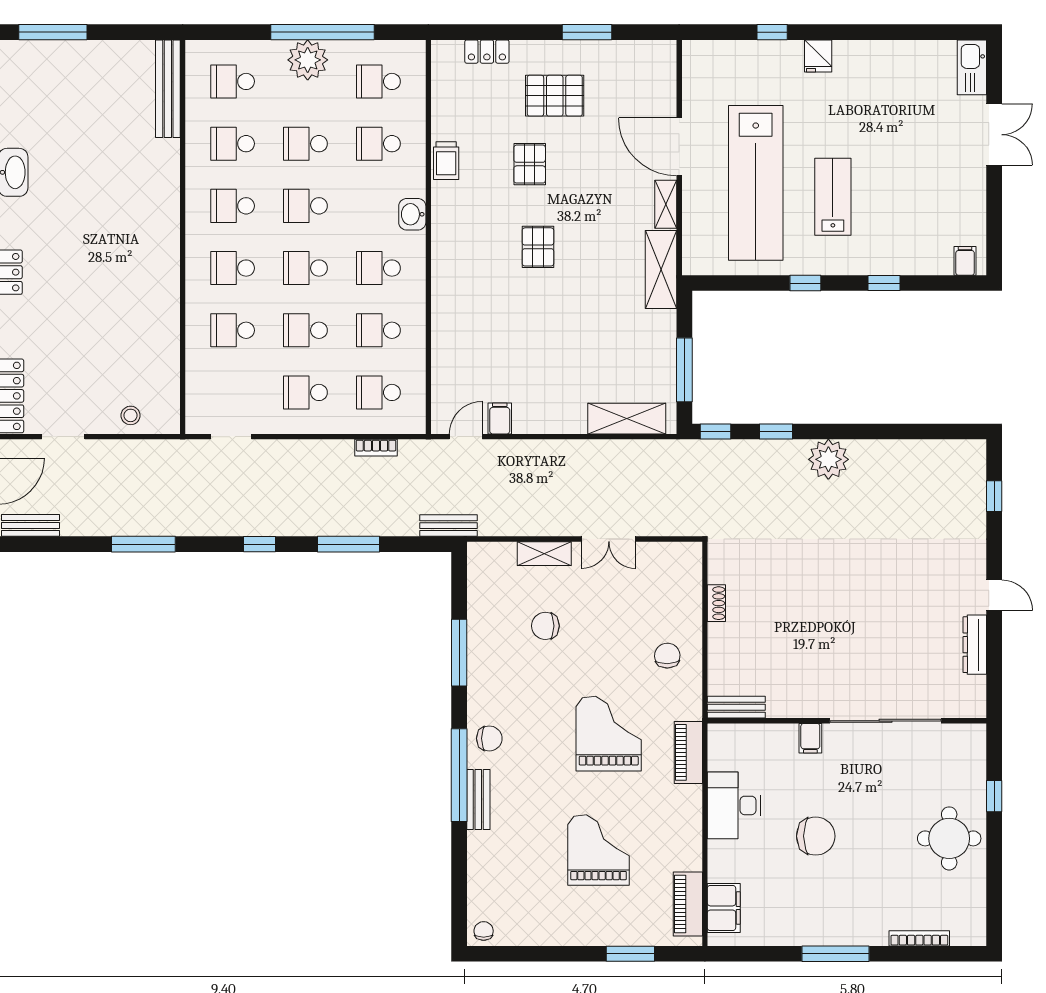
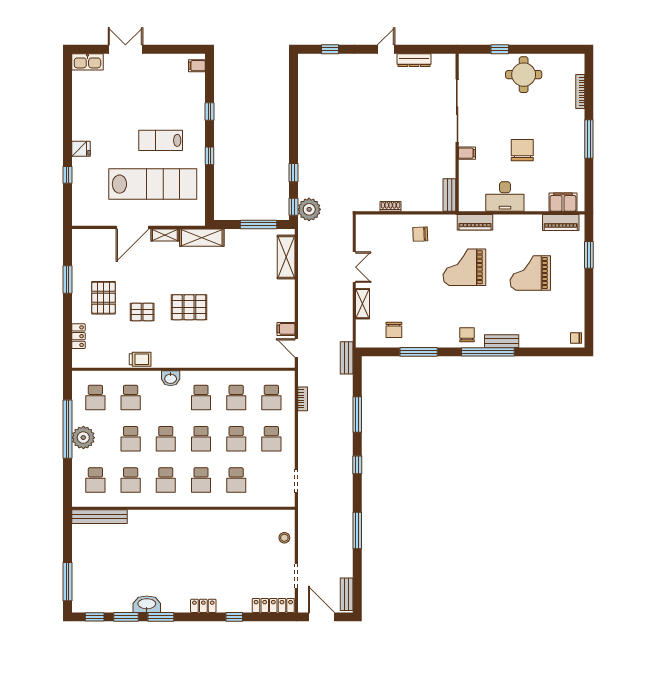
pallet: (538, 247) -> (189, 307), width x1.50, depth x1.42
plant: (828, 459) -> (309, 209), moved
chair: (545, 626) -> (394, 330), moved

